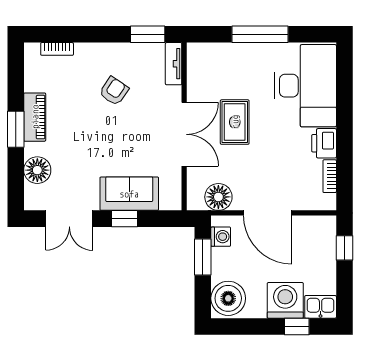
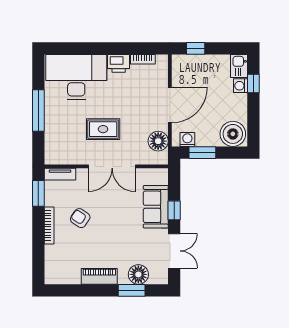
bookcase: (57, 49) -> (49, 225), moved, width x1.56
window: (16, 129) -> (132, 290), moved
double door: (184, 134) -> (112, 166), swing flipped
washing machine: (285, 300) -> (240, 86), width x0.53, depth x0.53

